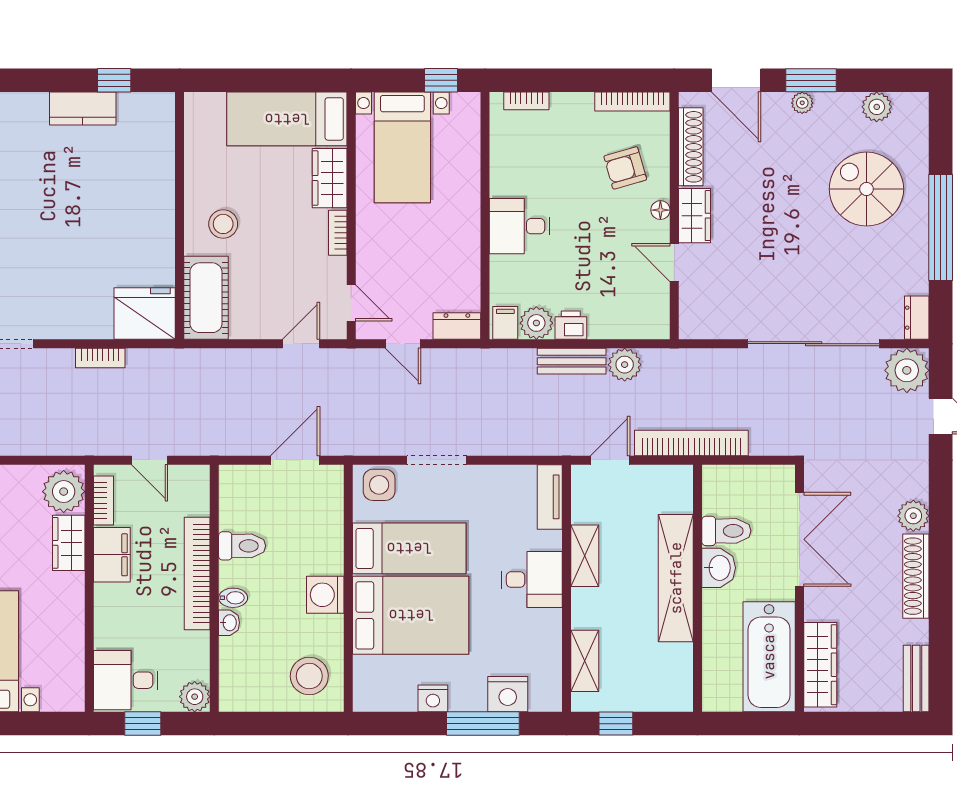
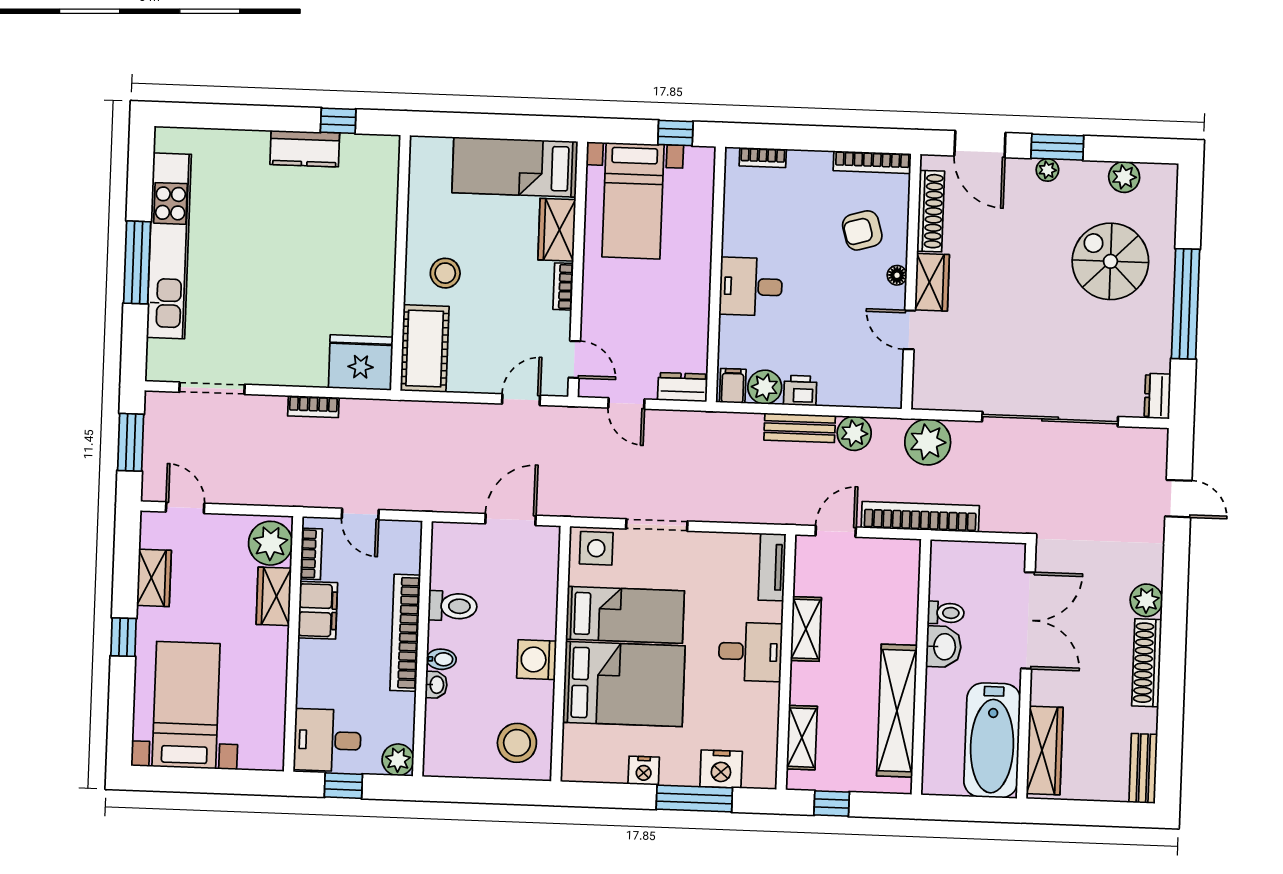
plant: (907, 370) -> (928, 442), moved
toilet: (726, 531) -> (946, 613), width x0.73, depth x0.72
shelving: (676, 578) -> (897, 711), moved

